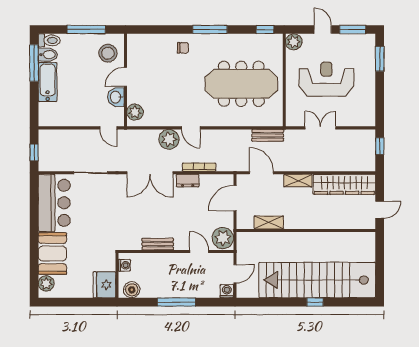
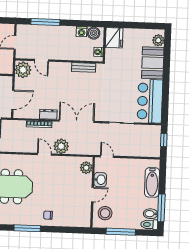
bathtub: (48, 82) -> (152, 182), moved
bench: (158, 244) -> (84, 67), moved
washing machine: (227, 291) -> (82, 32), moved
window: (176, 302) -> (45, 22), moved

